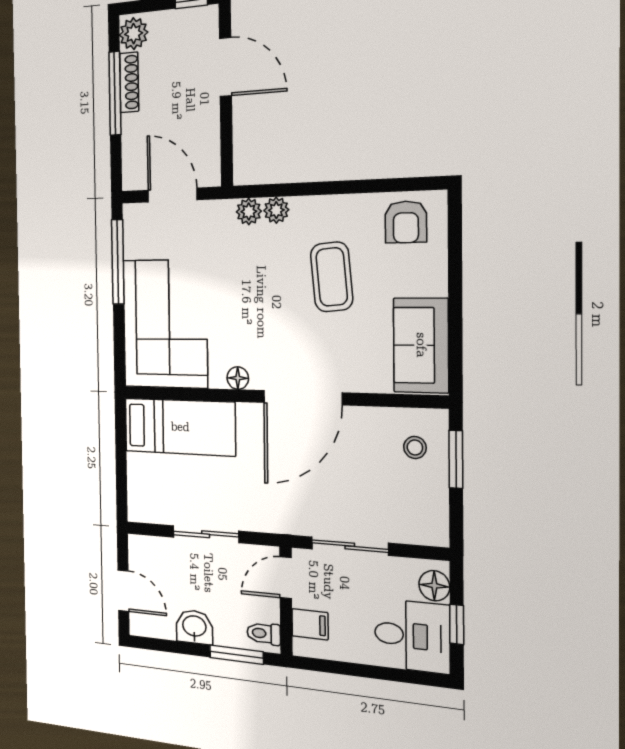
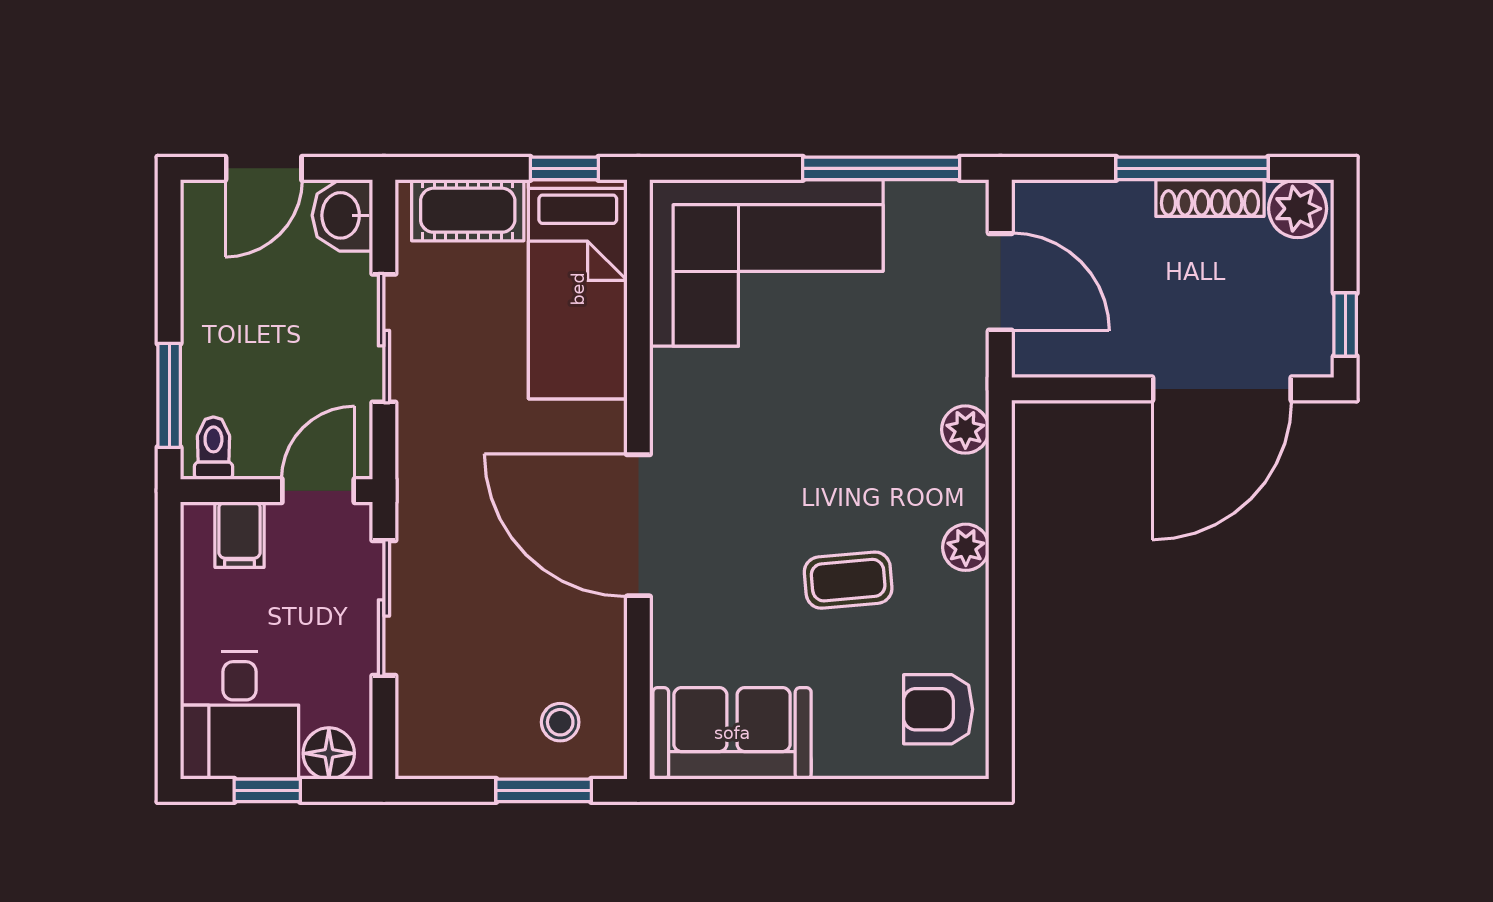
door: (226, 67) -> (1222, 389), width x1.36
door: (172, 195) -> (1000, 282), hinge flipped
plant: (276, 210) -> (966, 547), moved
coffee table: (332, 277) -> (848, 580), width x0.73, depth x0.77
floor lamp: (238, 378) -> (670, 405), removed
window: (121, 432) -> (564, 168), added
cot: (142, 484) -> (468, 210), added
door: (286, 578) -> (318, 491), hinge flipped
washbasin: (194, 627) -> (342, 215), moved, turned 180

